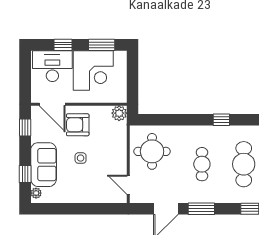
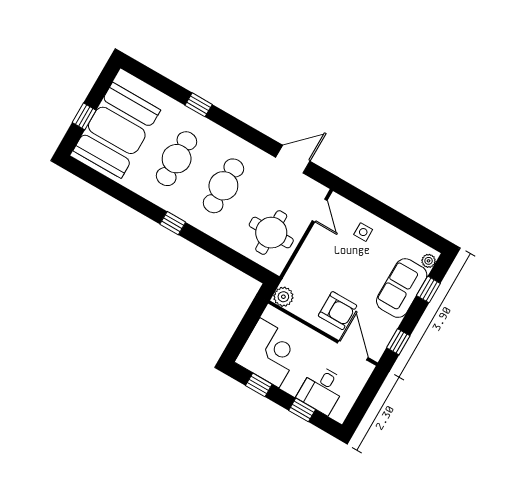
window: (102, 45) -> (259, 385), width x0.67
desk: (52, 66) -> (322, 389), width x0.73
corner desk: (93, 70) -> (269, 353), moved, turned 90
side table: (81, 158) -> (363, 232), moved
cafe table: (202, 164) -> (223, 186), width x1.37, depth x1.35
window: (201, 209) -> (253, 136), removed

